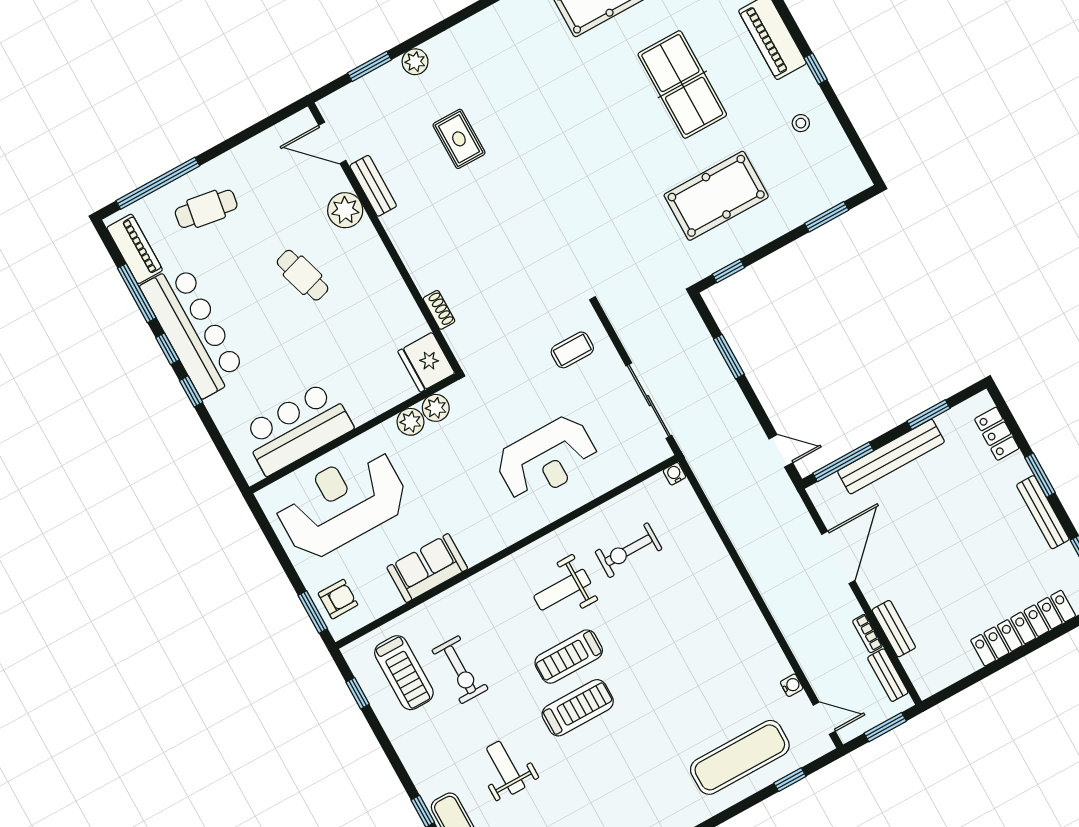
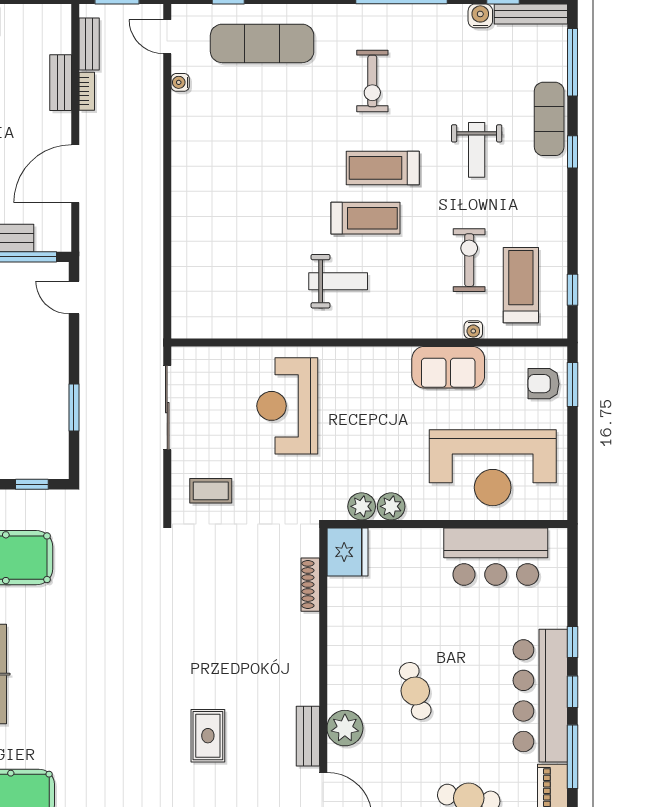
shoe rack: (439, 310) -> (310, 585), width x1.43
reception desk: (547, 459) -> (287, 406), turned -90
water cooler: (674, 474) -> (473, 330), moved
exercise bike: (628, 550) -> (372, 81), moved, turned 90

